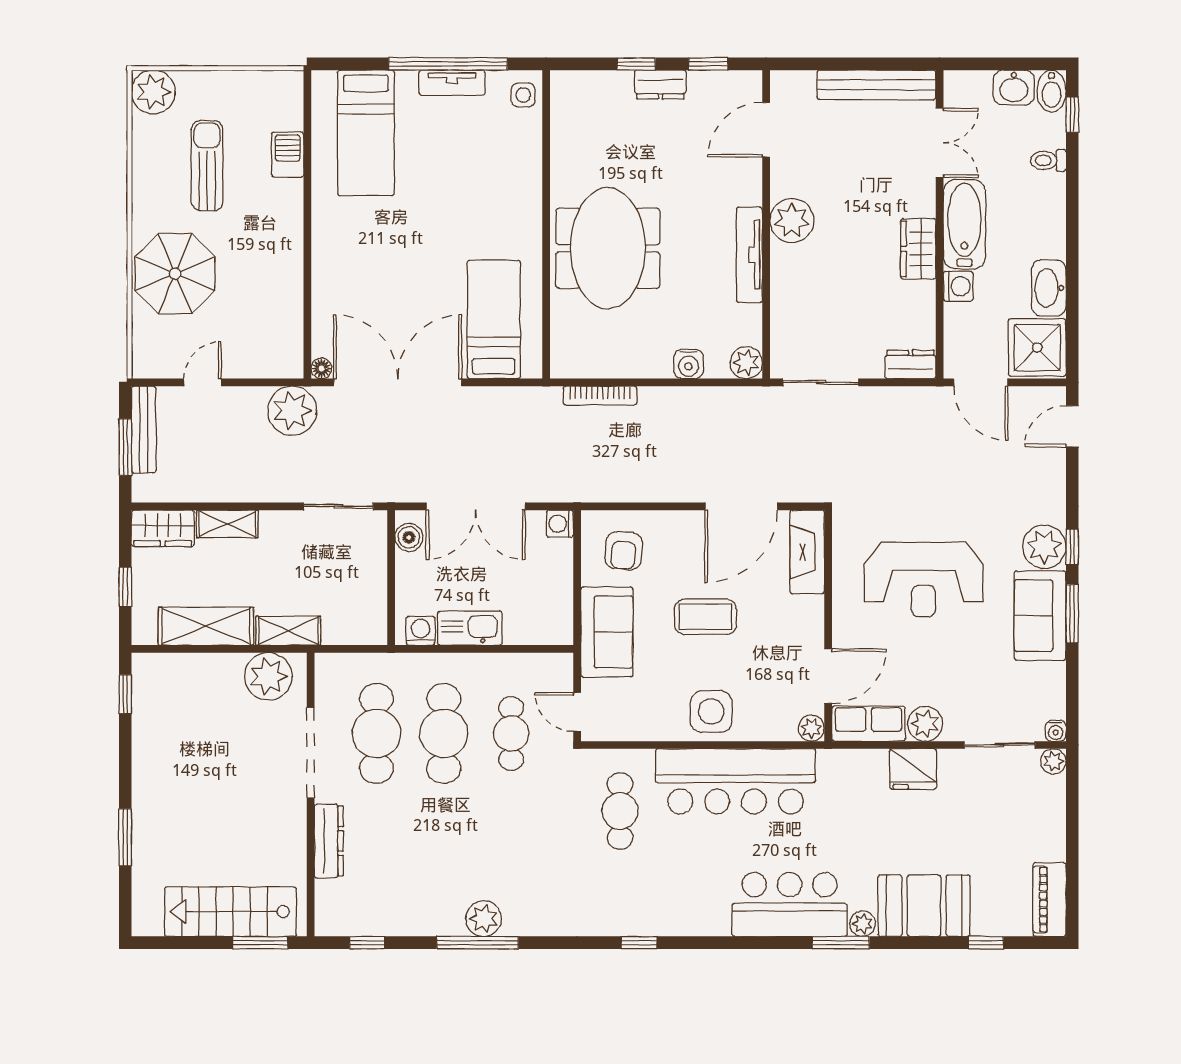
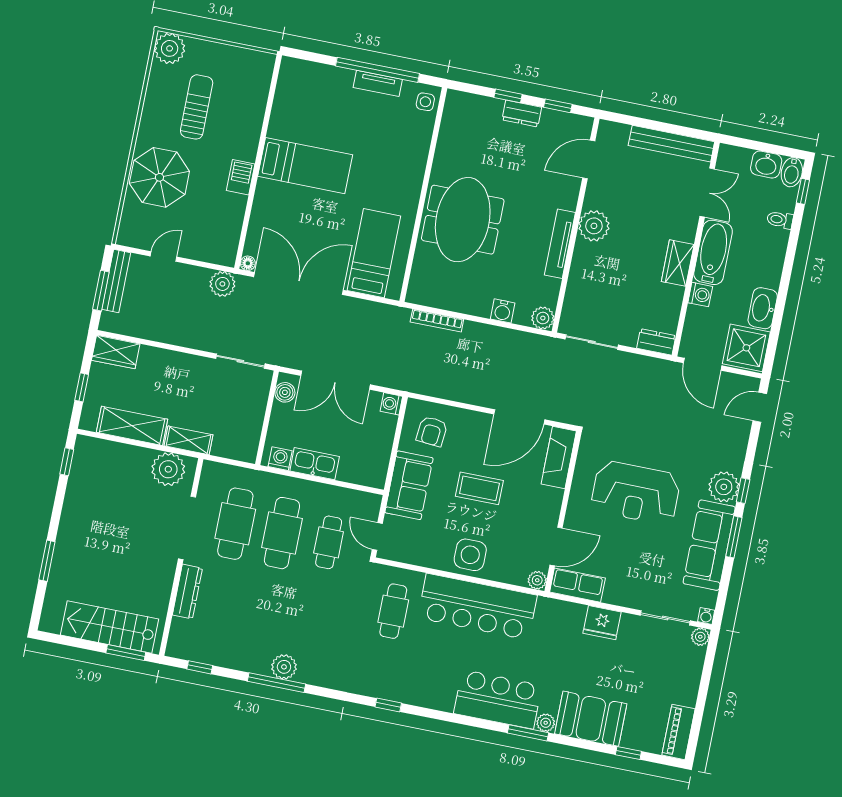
bed: (366, 133) -> (305, 166), moved, turned -90
barbecue: (288, 155) -> (241, 177), moved
plant: (292, 411) -> (222, 284), width x0.73, depth x0.73
shelving: (227, 524) -> (161, 358), removed
sofa: (1040, 616) -> (709, 545), width x1.36
plant: (925, 724) -> (617, 593), removed

